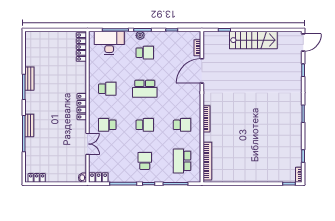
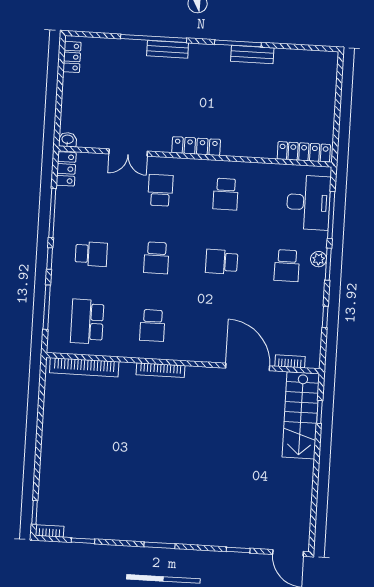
stairs: (253, 40) -> (301, 415), moved
school desk: (145, 89) -> (222, 262), width x0.54
school desk: (182, 161) -> (87, 322), turned -90

